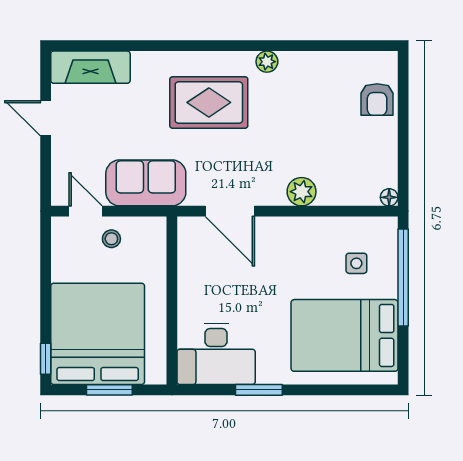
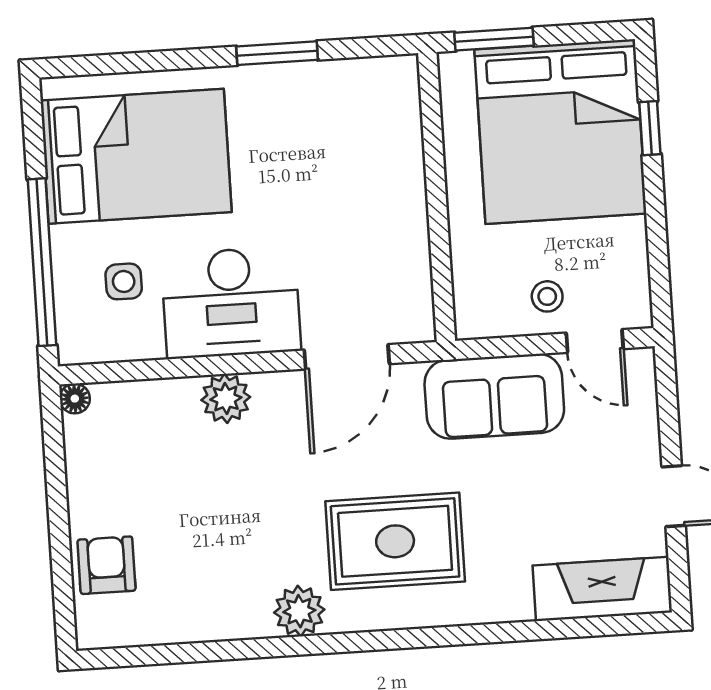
plant: (267, 62) -> (299, 611), width x1.38, depth x1.38
door: (230, 211) -> (347, 357), swing flipped
desk: (216, 354) -> (231, 302), moved, turned 180
window: (46, 359) -> (650, 128), moved
window: (109, 390) -> (494, 39), moved

